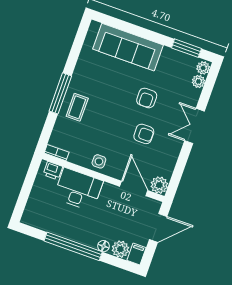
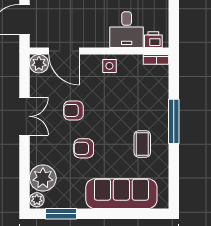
plant: (198, 81) -> (43, 178), width x1.88, depth x1.88
armchair: (147, 98) -> (84, 148), turned -90
coffee table: (77, 107) -> (142, 144), moved
double door: (194, 126) -> (25, 116), moved
desk: (78, 189) -> (127, 30), width x0.73

